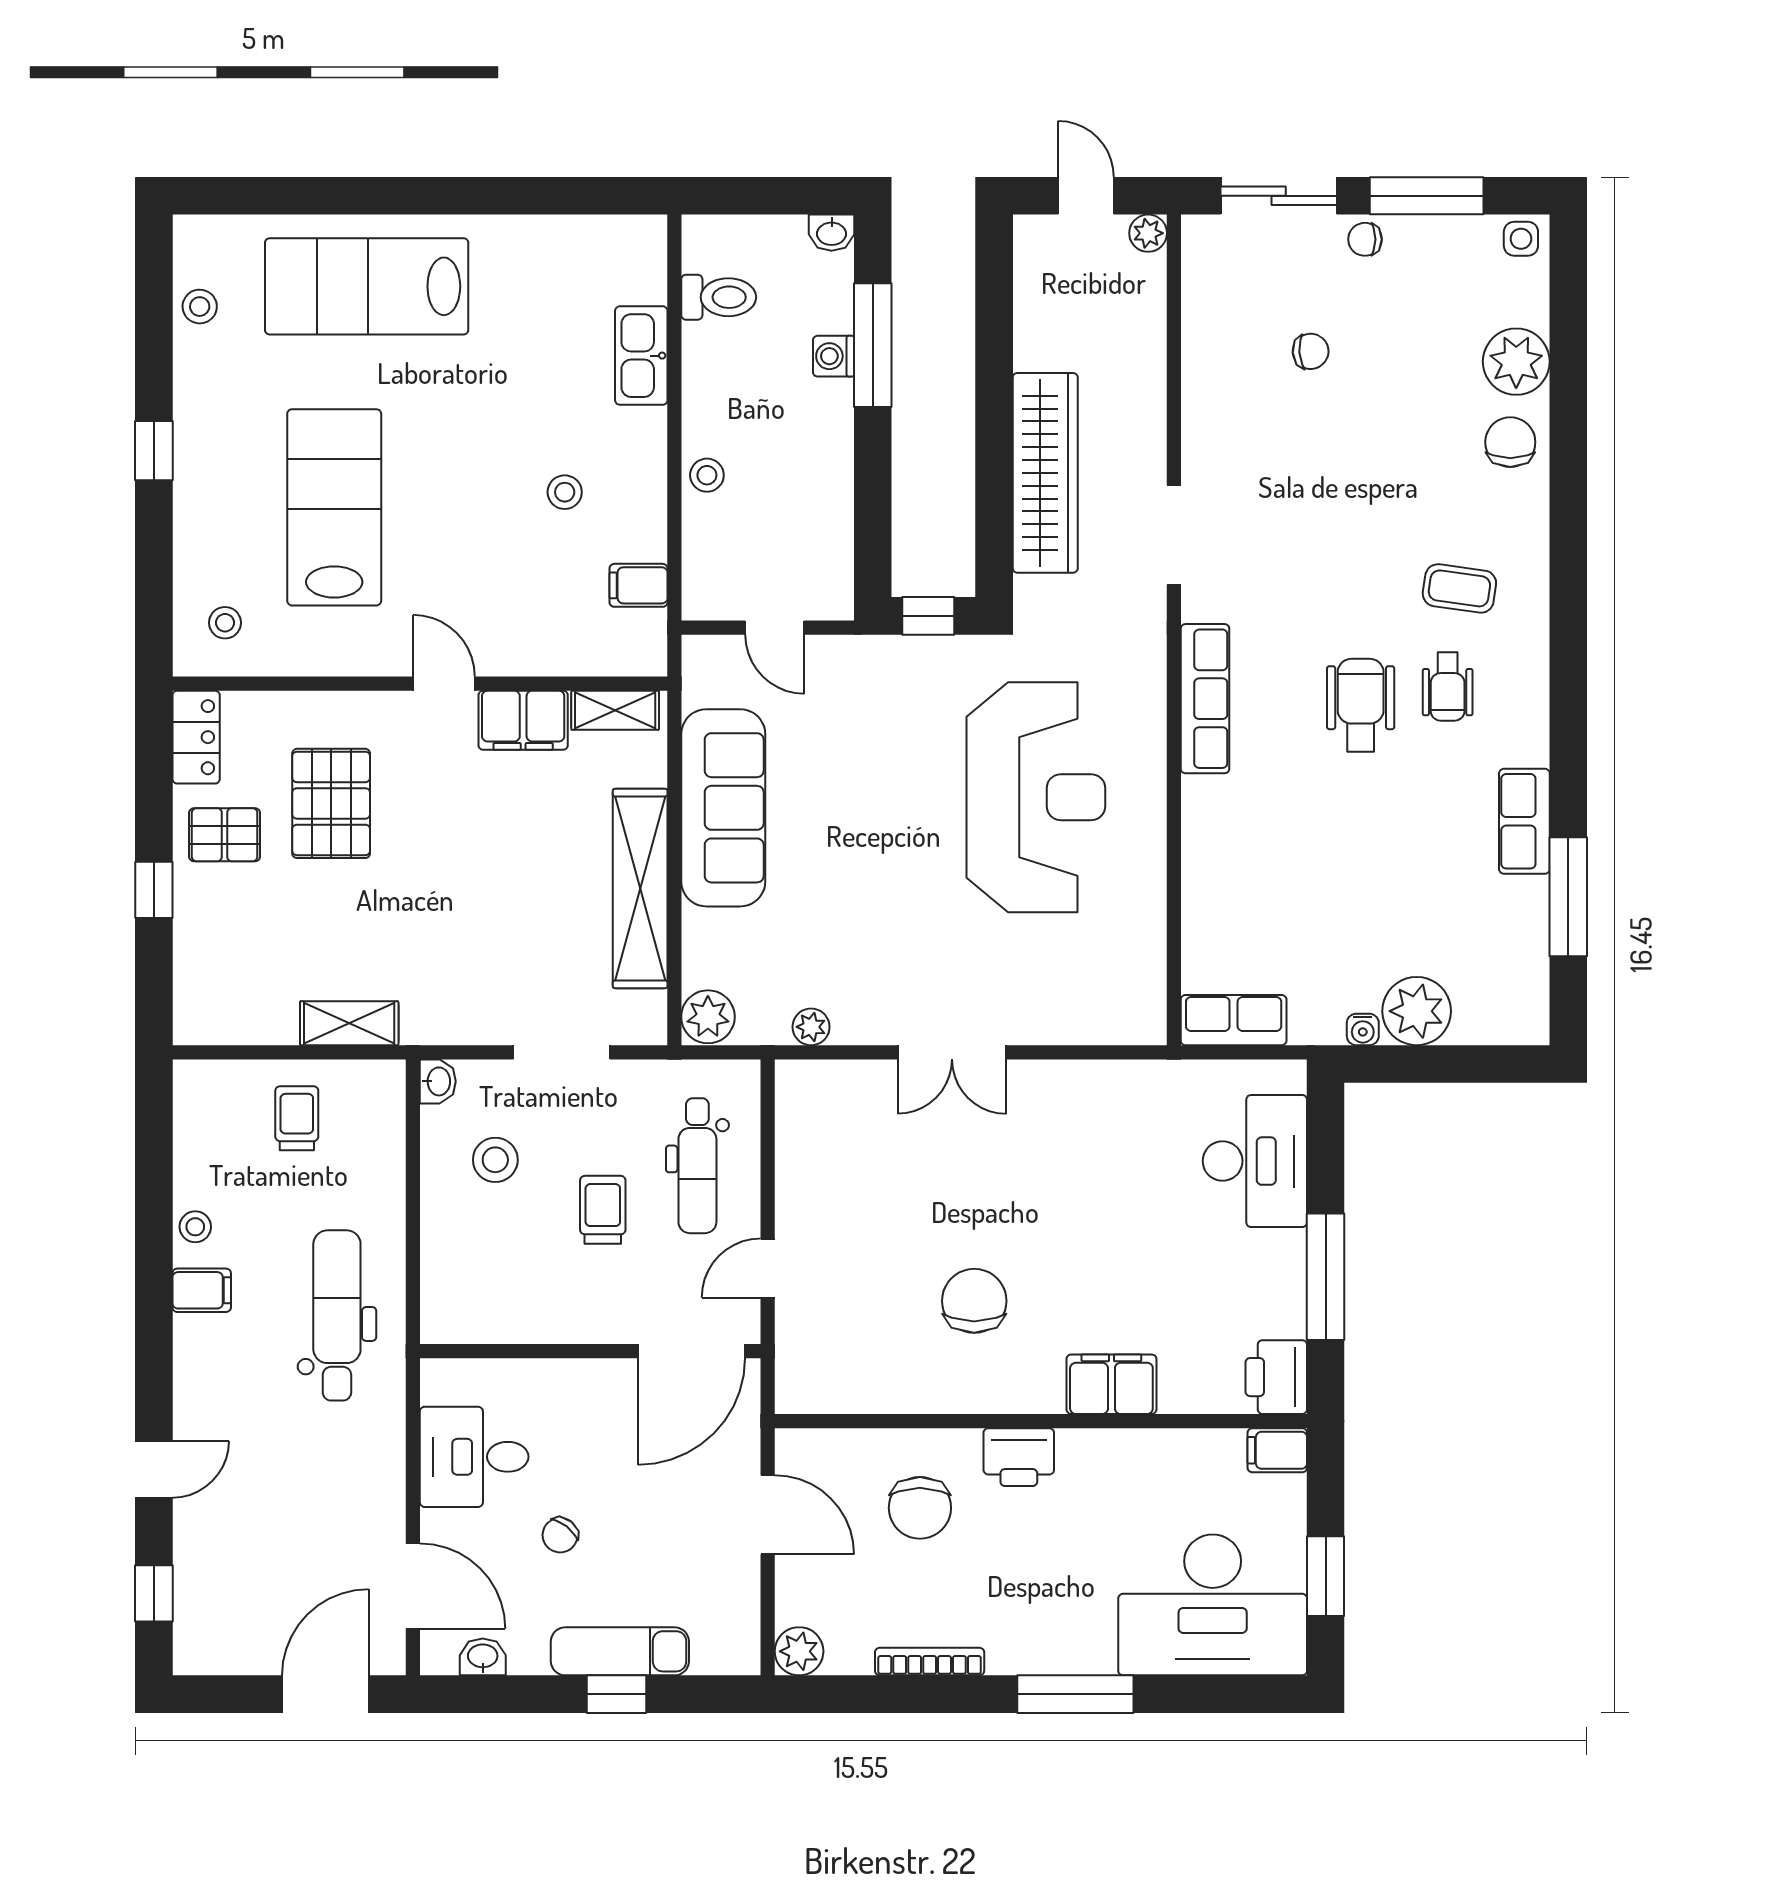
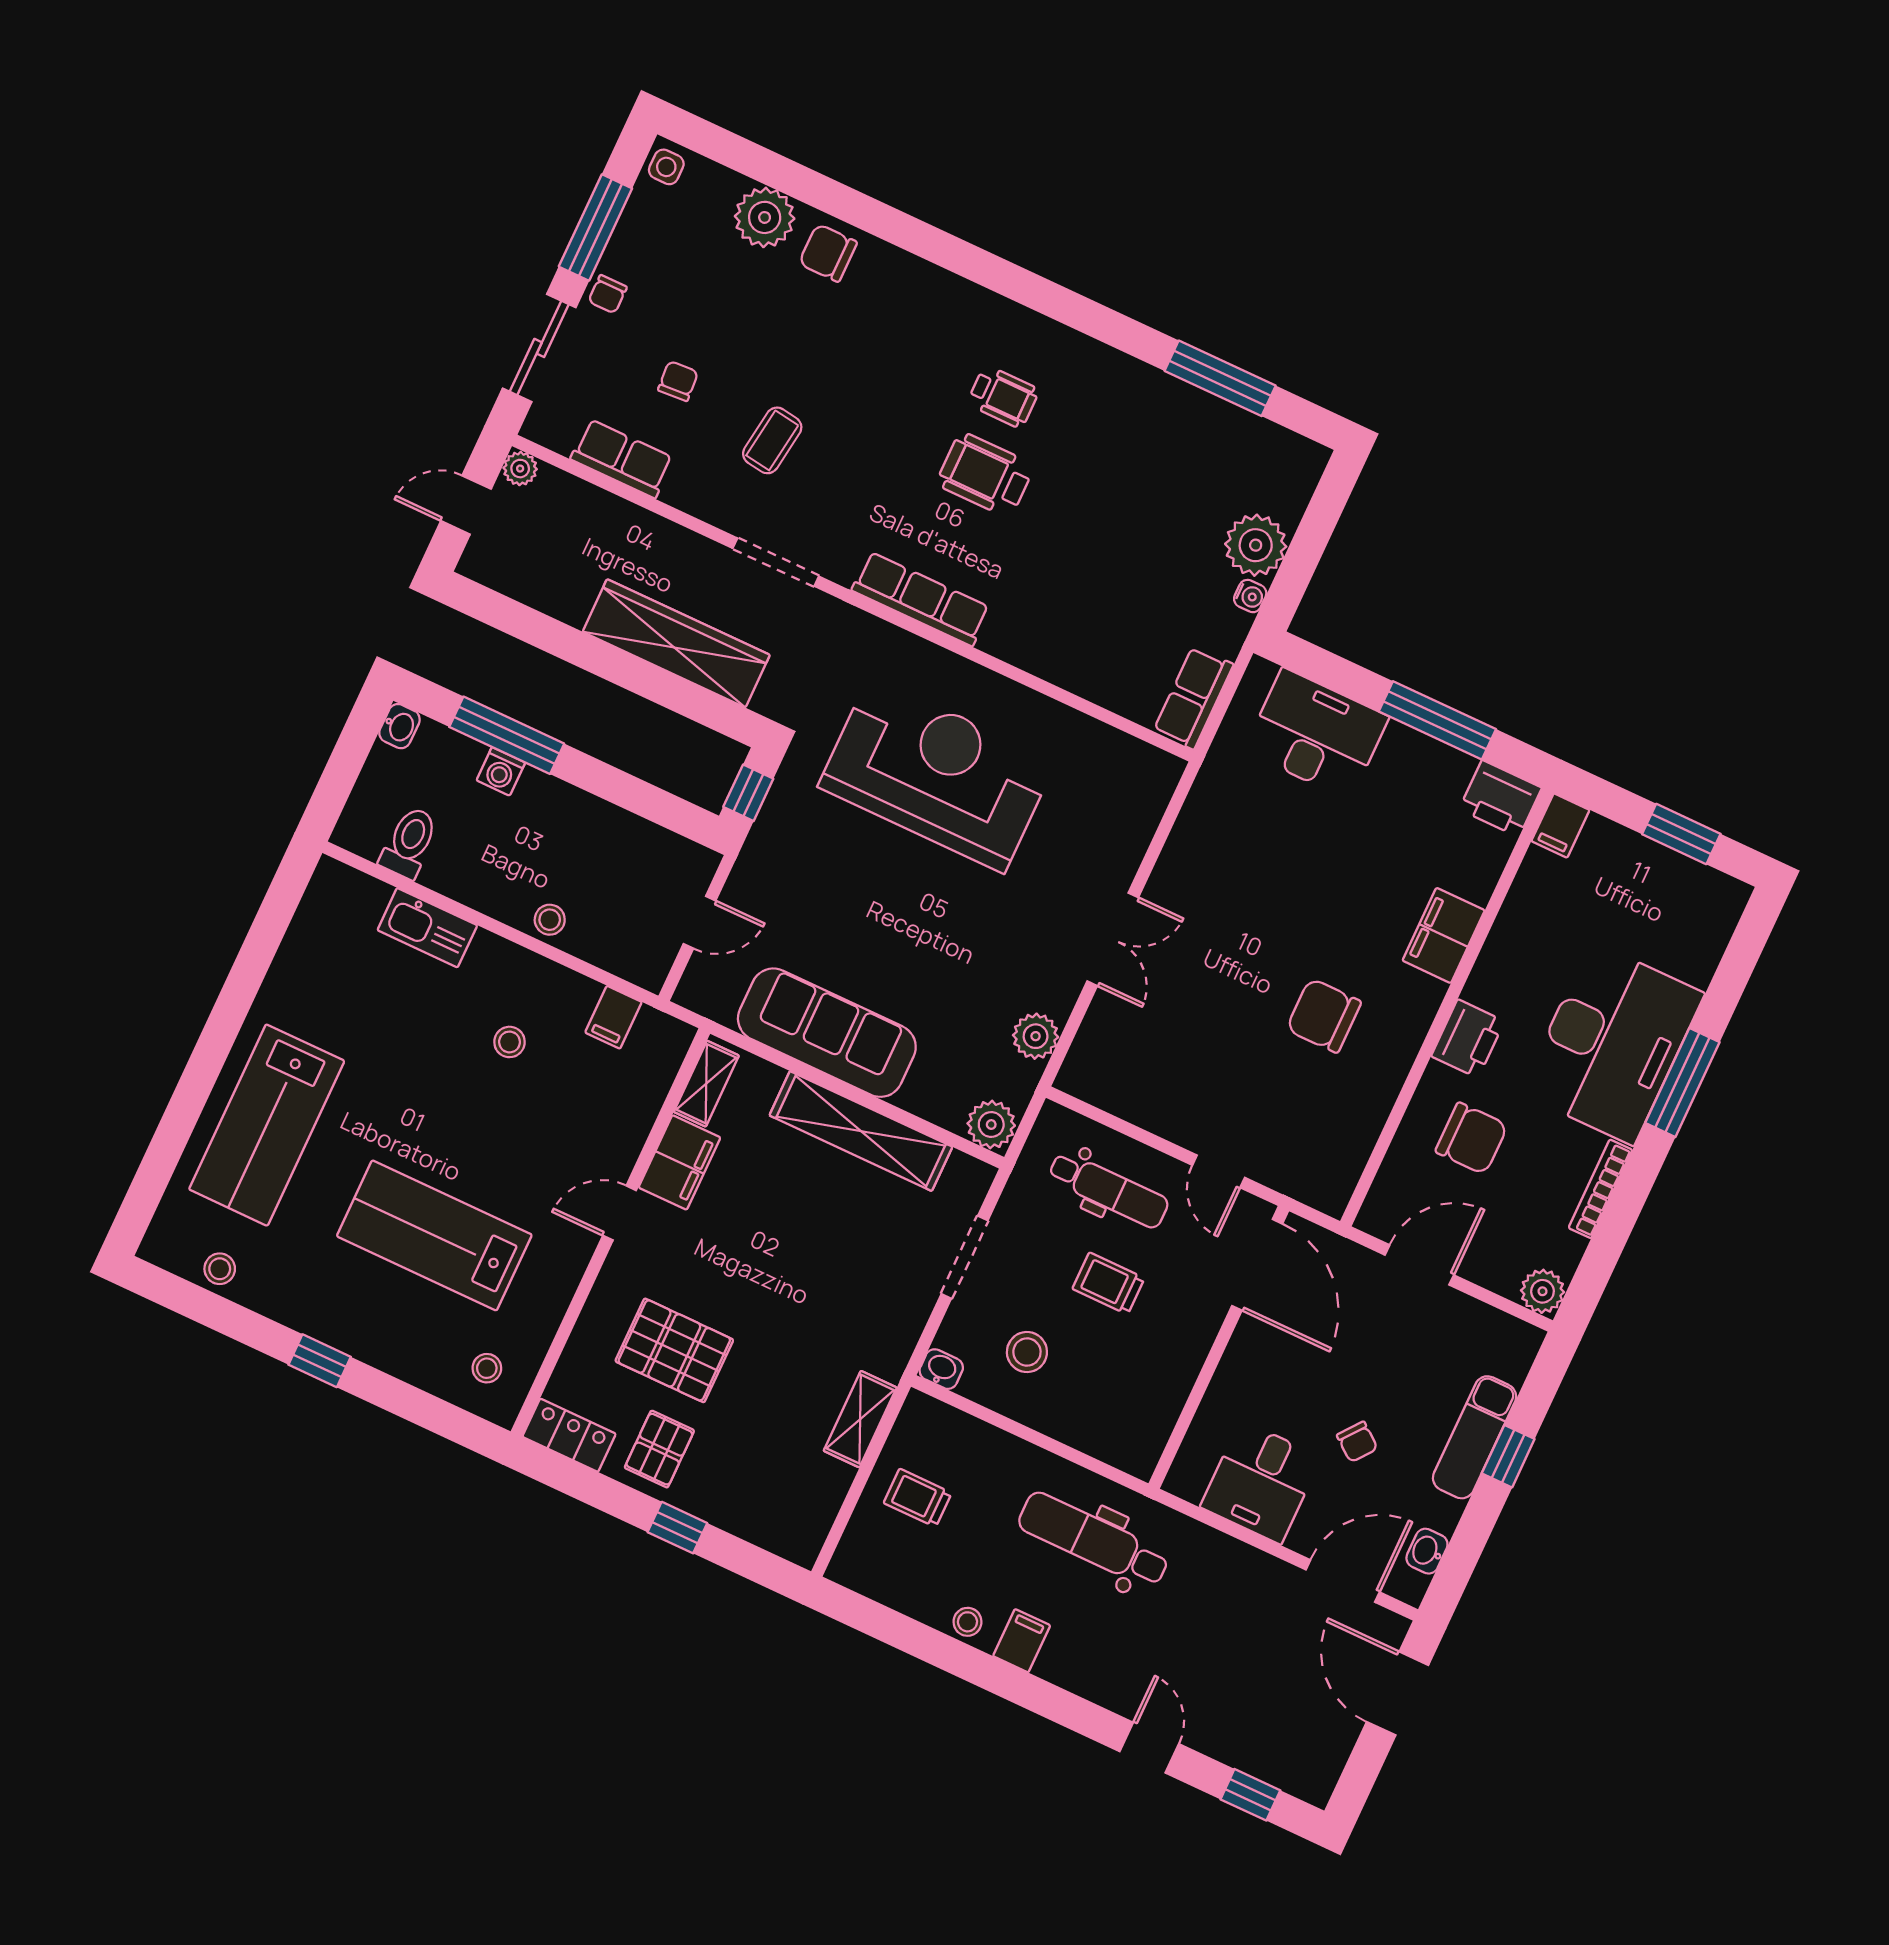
coffee table: (1459, 588) -> (772, 440), moved
row of seats: (1524, 821) -> (622, 459), moved, turned 180
plant: (811, 1027) -> (1036, 1036), width x1.38, depth x1.38
desk: (1213, 1605) -> (1612, 1043), moved

